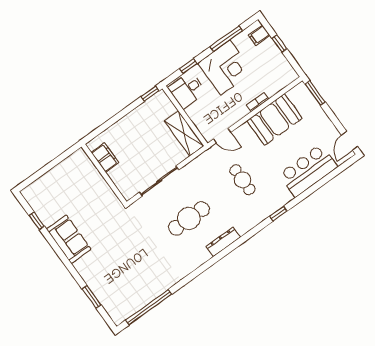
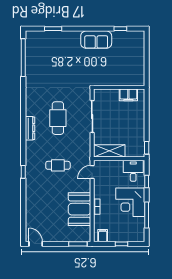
filing cabinet: (259, 35) -> (103, 236), moved
bar counter: (308, 170) -> (36, 207), removed

